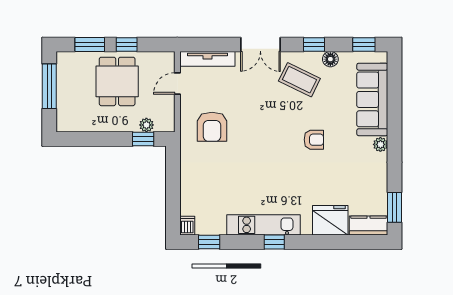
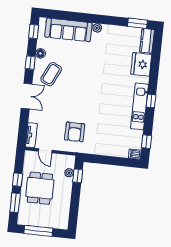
tv unit: (207, 59) -> (31, 135), width x0.71
dining table: (117, 81) -> (40, 188), turned 90
armchair: (212, 127) -> (75, 132), turned 90
armchair: (314, 140) -> (90, 69), removed

